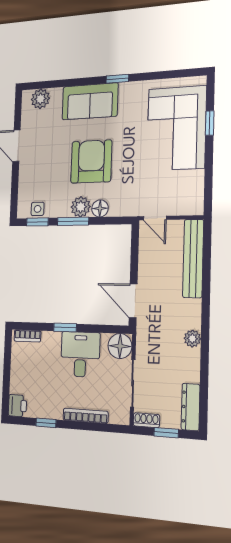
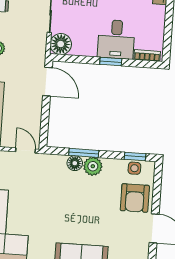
armchair: (91, 162) -> (135, 198), moved, width x0.73, depth x0.73
window: (73, 221) -> (84, 153), moved
desk: (80, 354) -> (116, 39), moved

